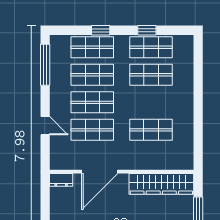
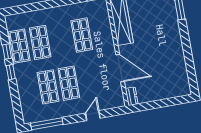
window: (101, 30) -> (11, 72), moved
shop shelf: (92, 47) -> (27, 91), removed
shop shelf: (92, 130) -> (90, 79), removed

